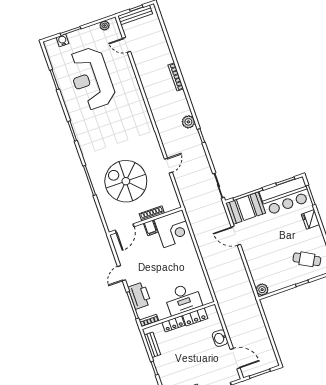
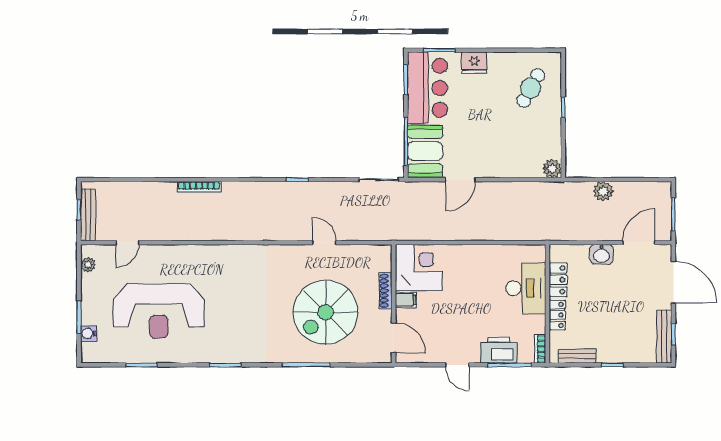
plant: (188, 122) -> (603, 191), moved

